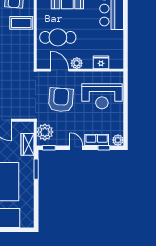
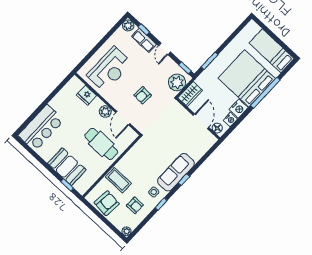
reception desk: (102, 96) -> (109, 69), turned 90
armchair: (61, 100) -> (143, 95), width x0.53, depth x0.53
wardrobe: (28, 144) -> (190, 94), moved

